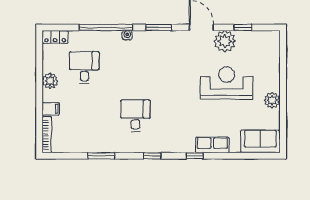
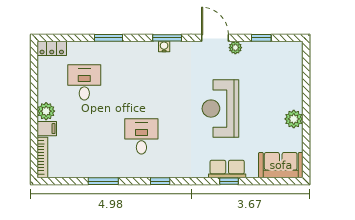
window: (106, 27) -> (108, 38), width x0.47
water cooler: (127, 35) -> (164, 46), moved
plant: (225, 41) -> (235, 48), width x0.53, depth x0.53
plant: (50, 81) -> (46, 111), moved
reception desk: (227, 83) -> (220, 109), moved, turned -90
window: (195, 156) -> (229, 181), moved

